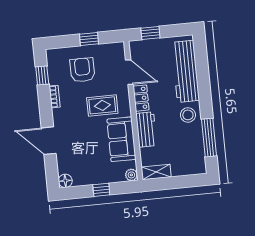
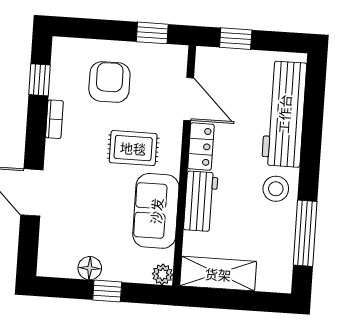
window: (89, 39) -> (152, 33), moved
shelving: (156, 172) -> (218, 274), width x1.50, depth x1.33
floor lamp: (65, 181) -> (90, 268), moved

